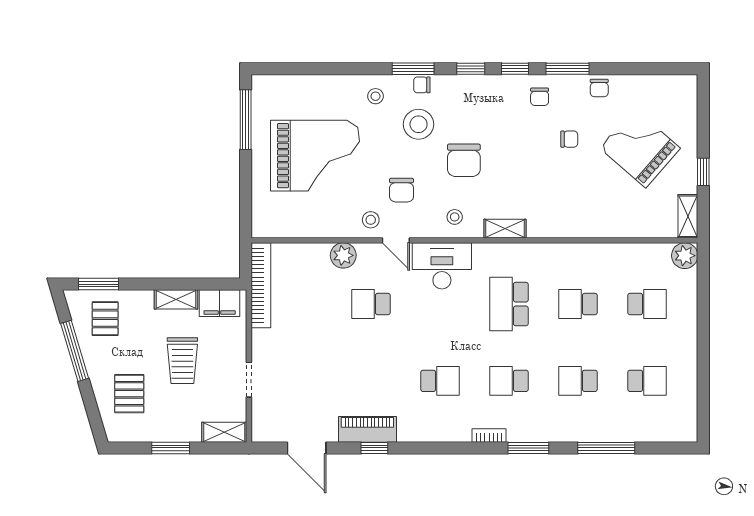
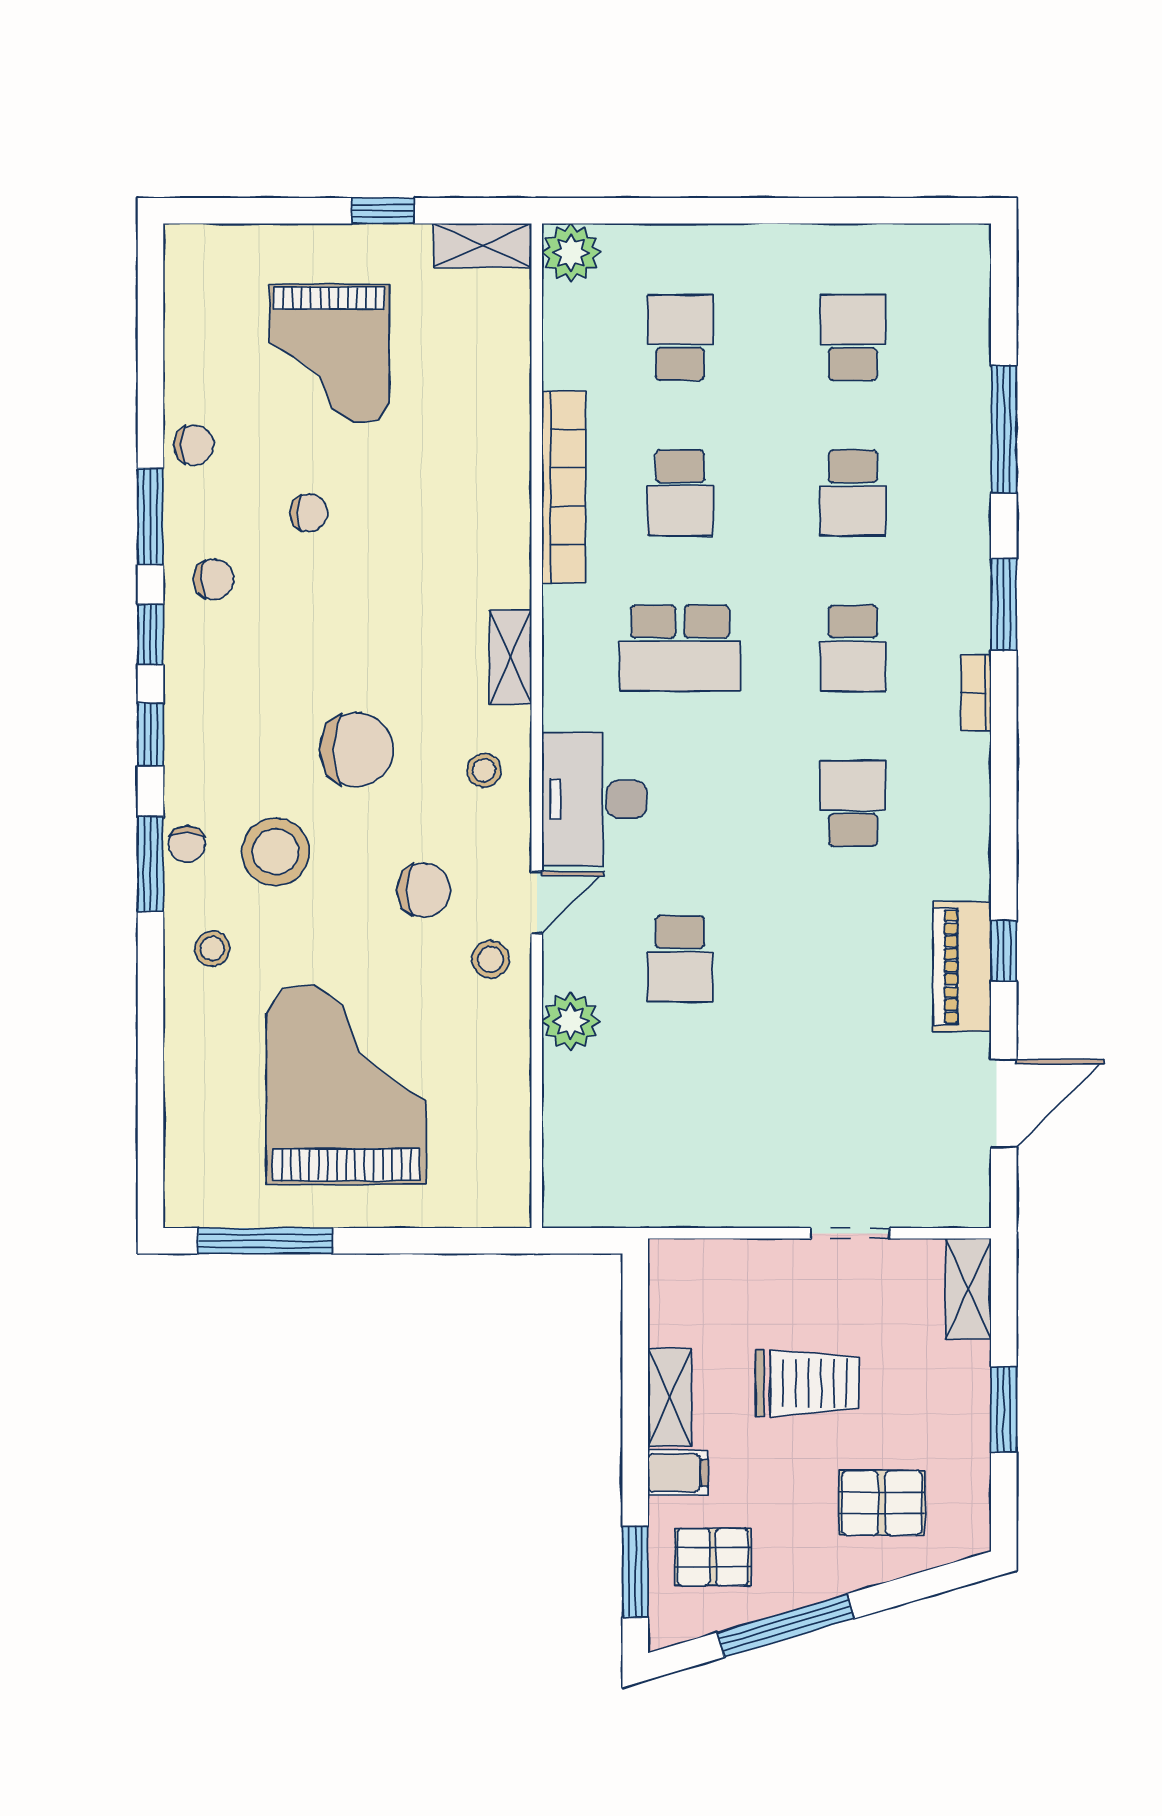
chair: (569, 139) -> (309, 513), turned 90
grand piano: (640, 148) -> (329, 353), turned -41
bookcase: (261, 285) -> (564, 487), moved, turned 90
filing cabinet: (220, 303) -> (678, 1473), moved, width x0.50

